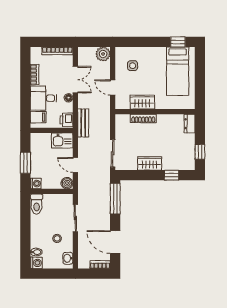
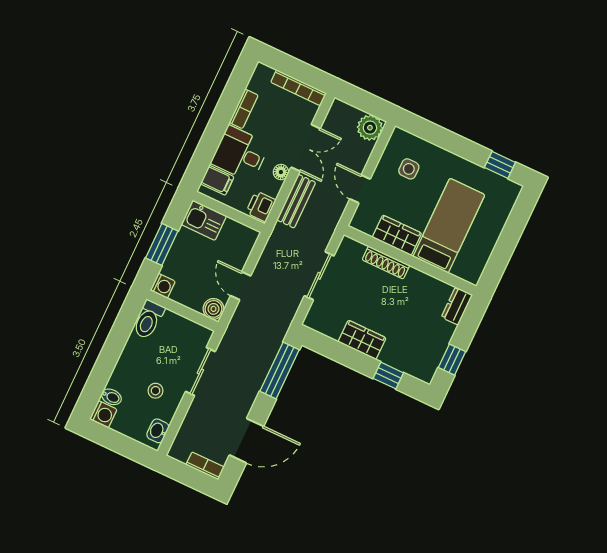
bed: (178, 71) -> (449, 226), moved, turned 180
bench: (83, 123) -> (296, 201), moved
kitchen sink: (62, 141) -> (204, 220), moved
sliding door: (113, 153) -> (319, 276), moved
door: (115, 242) -> (247, 441), swing flipped

